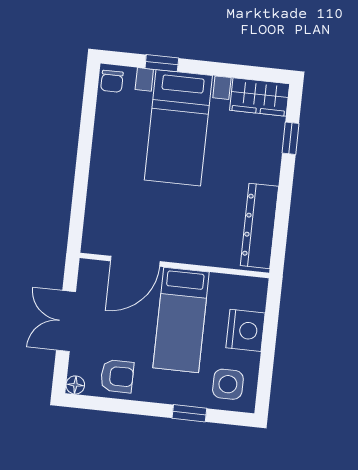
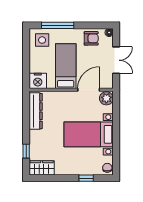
bed with nightstands: (178, 128) -> (89, 134), moved, turned -90
plant: (97, 238) -> (106, 98), added
nightstand: (246, 330) -> (38, 81), moved, turned -90
armchair: (117, 376) -> (91, 38), turned 180
window: (189, 413) -> (58, 25), width x2.17

